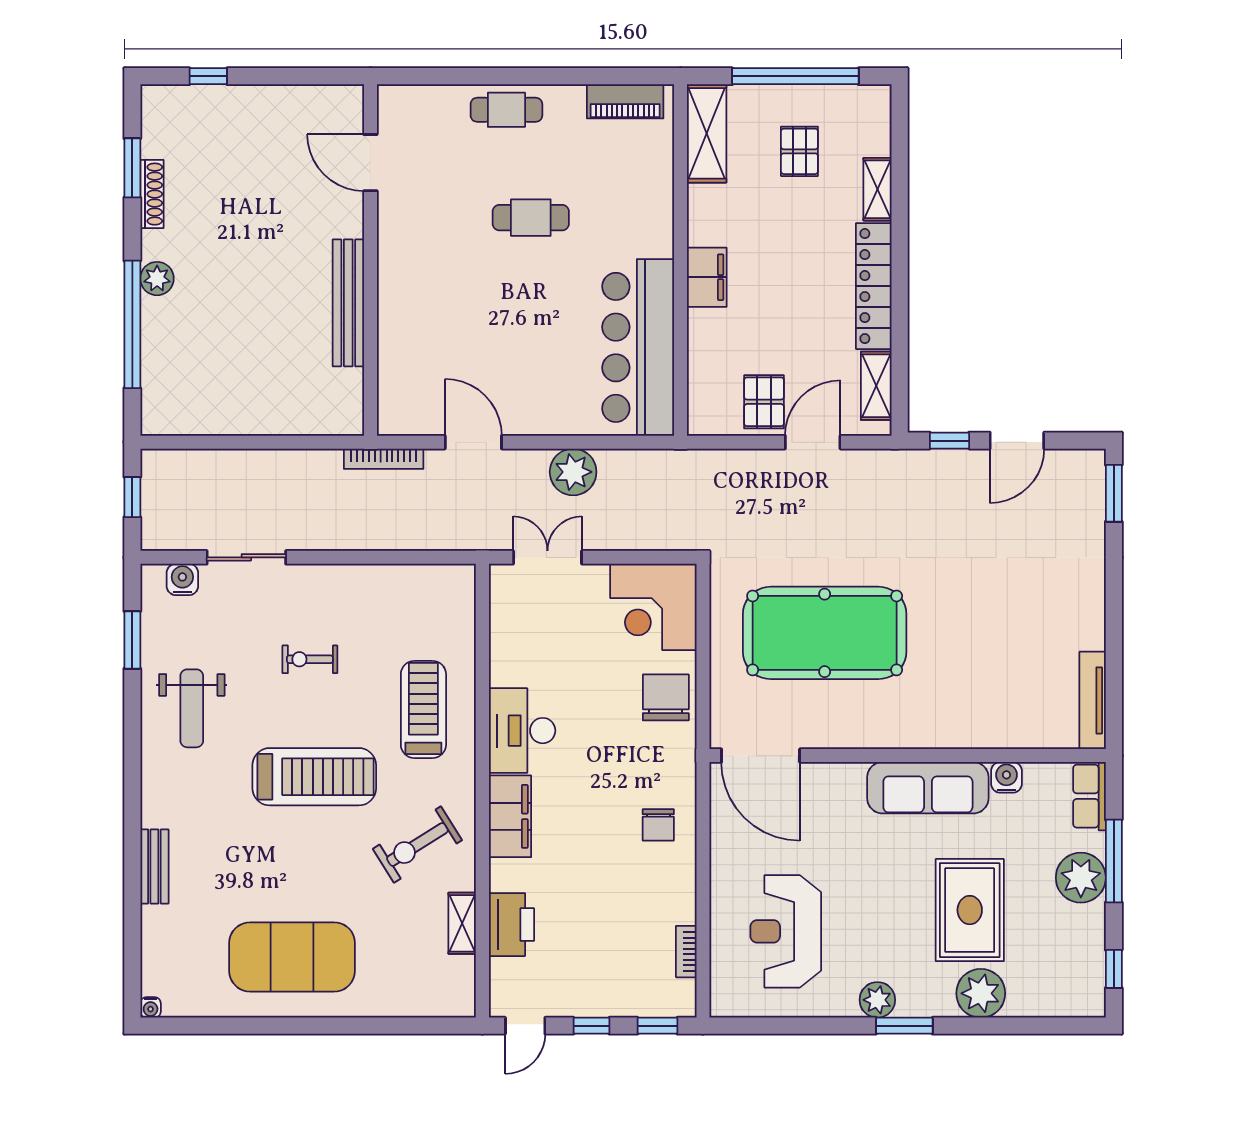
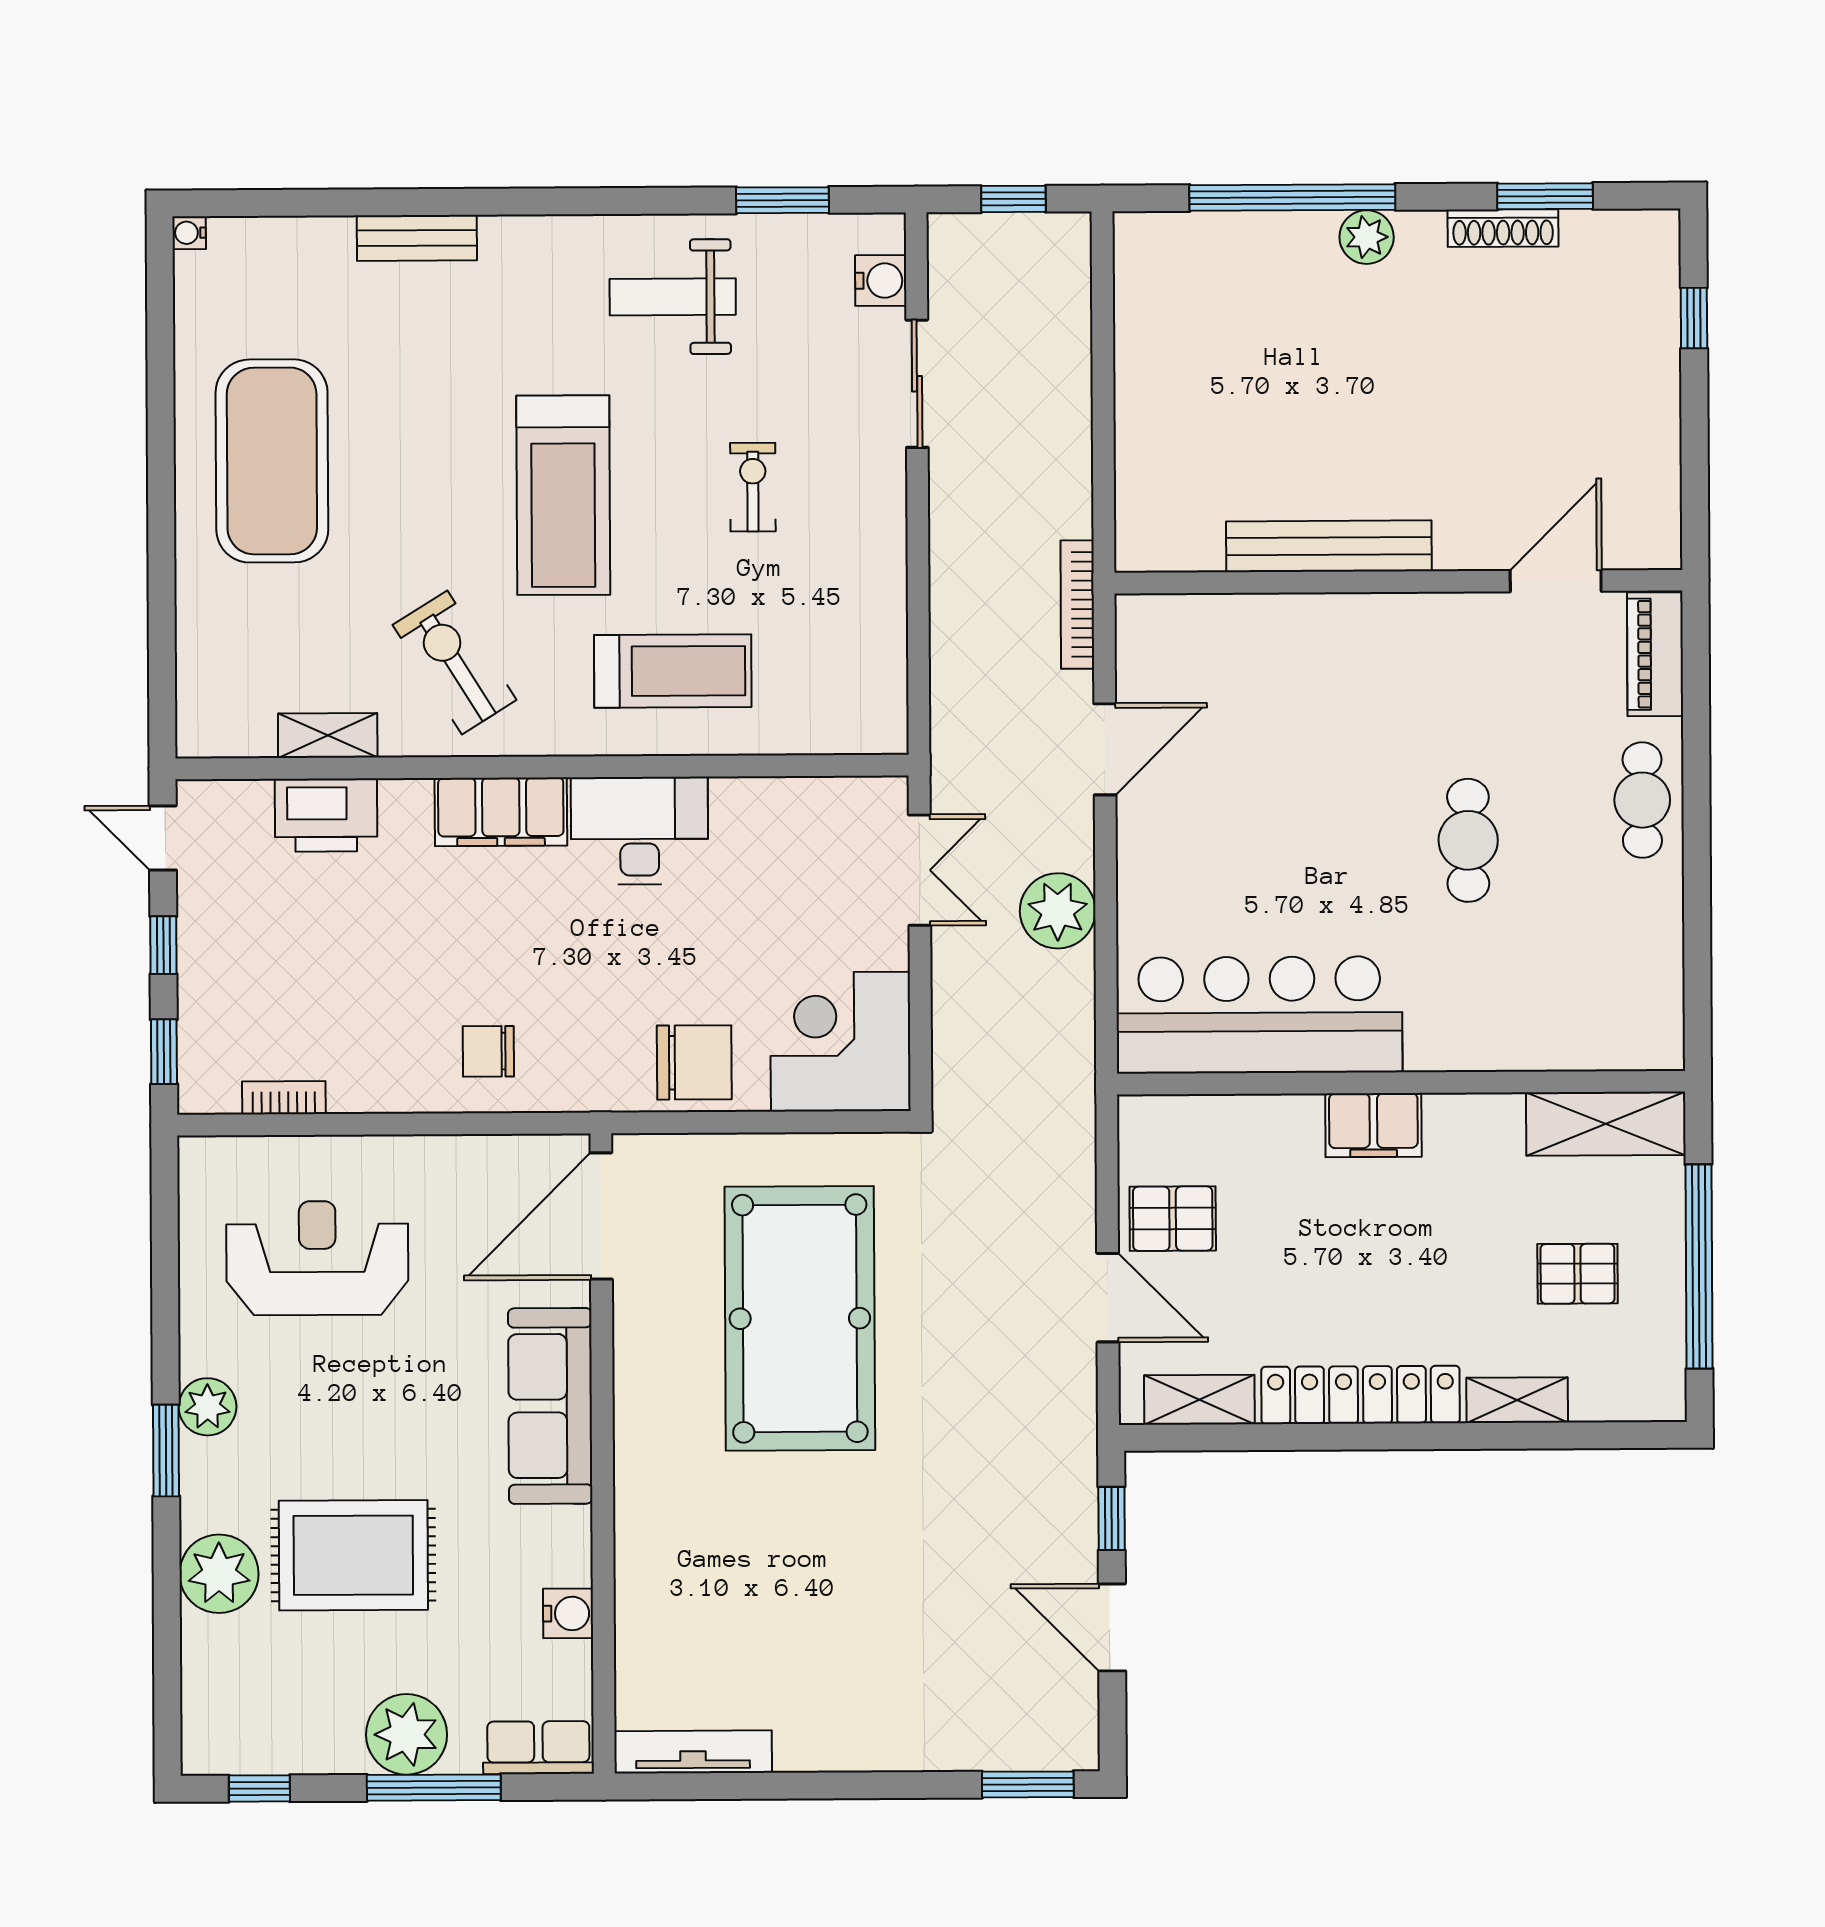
piano: (625, 101) -> (1655, 654), moved
sofa: (928, 788) -> (550, 1406), moved

